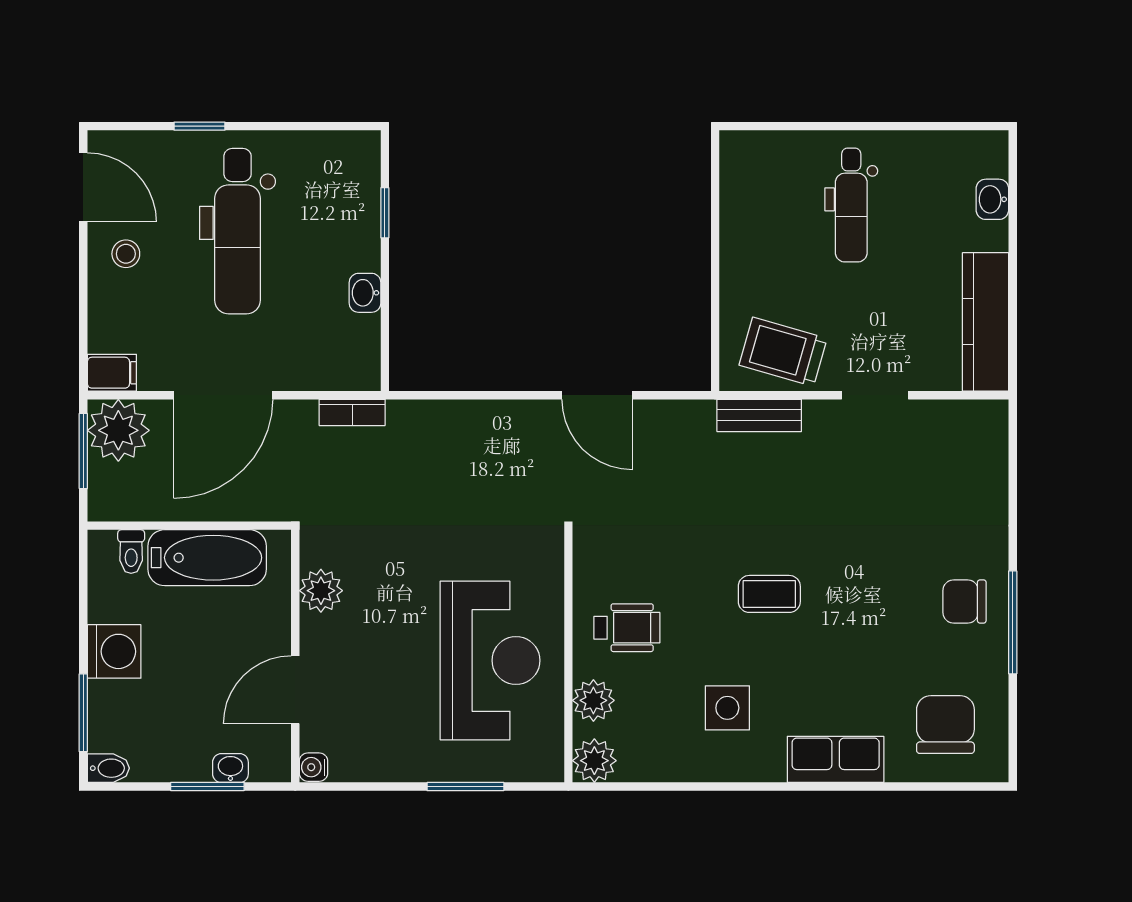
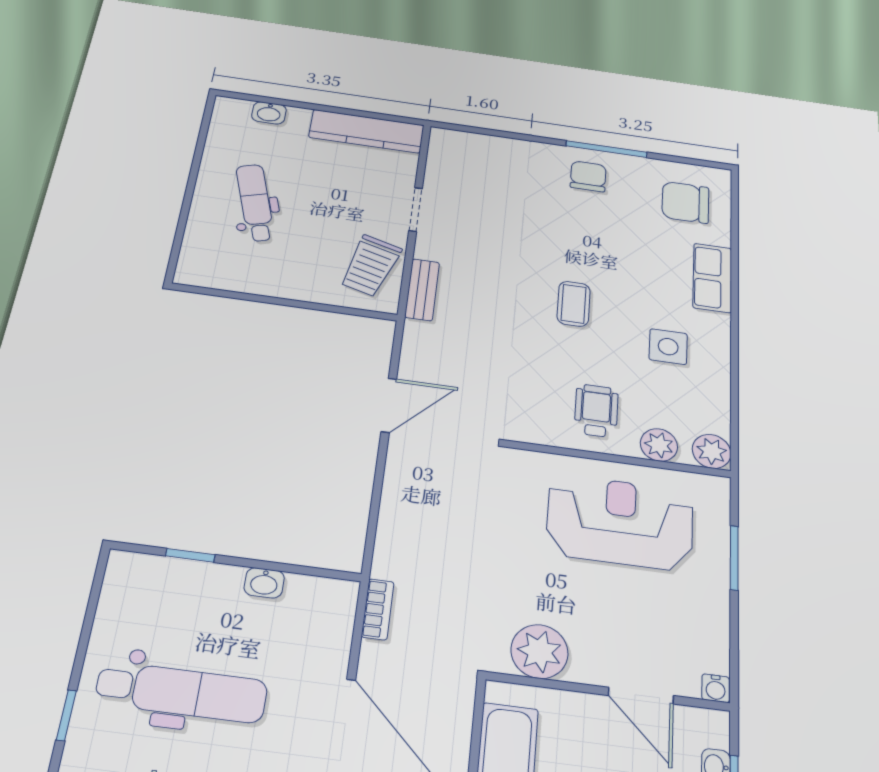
dental chair: (851, 205) -> (255, 203), turned -107
plant: (321, 591) -> (539, 651), width x1.36, depth x1.36
chair: (965, 601) -> (588, 176), turned 180

